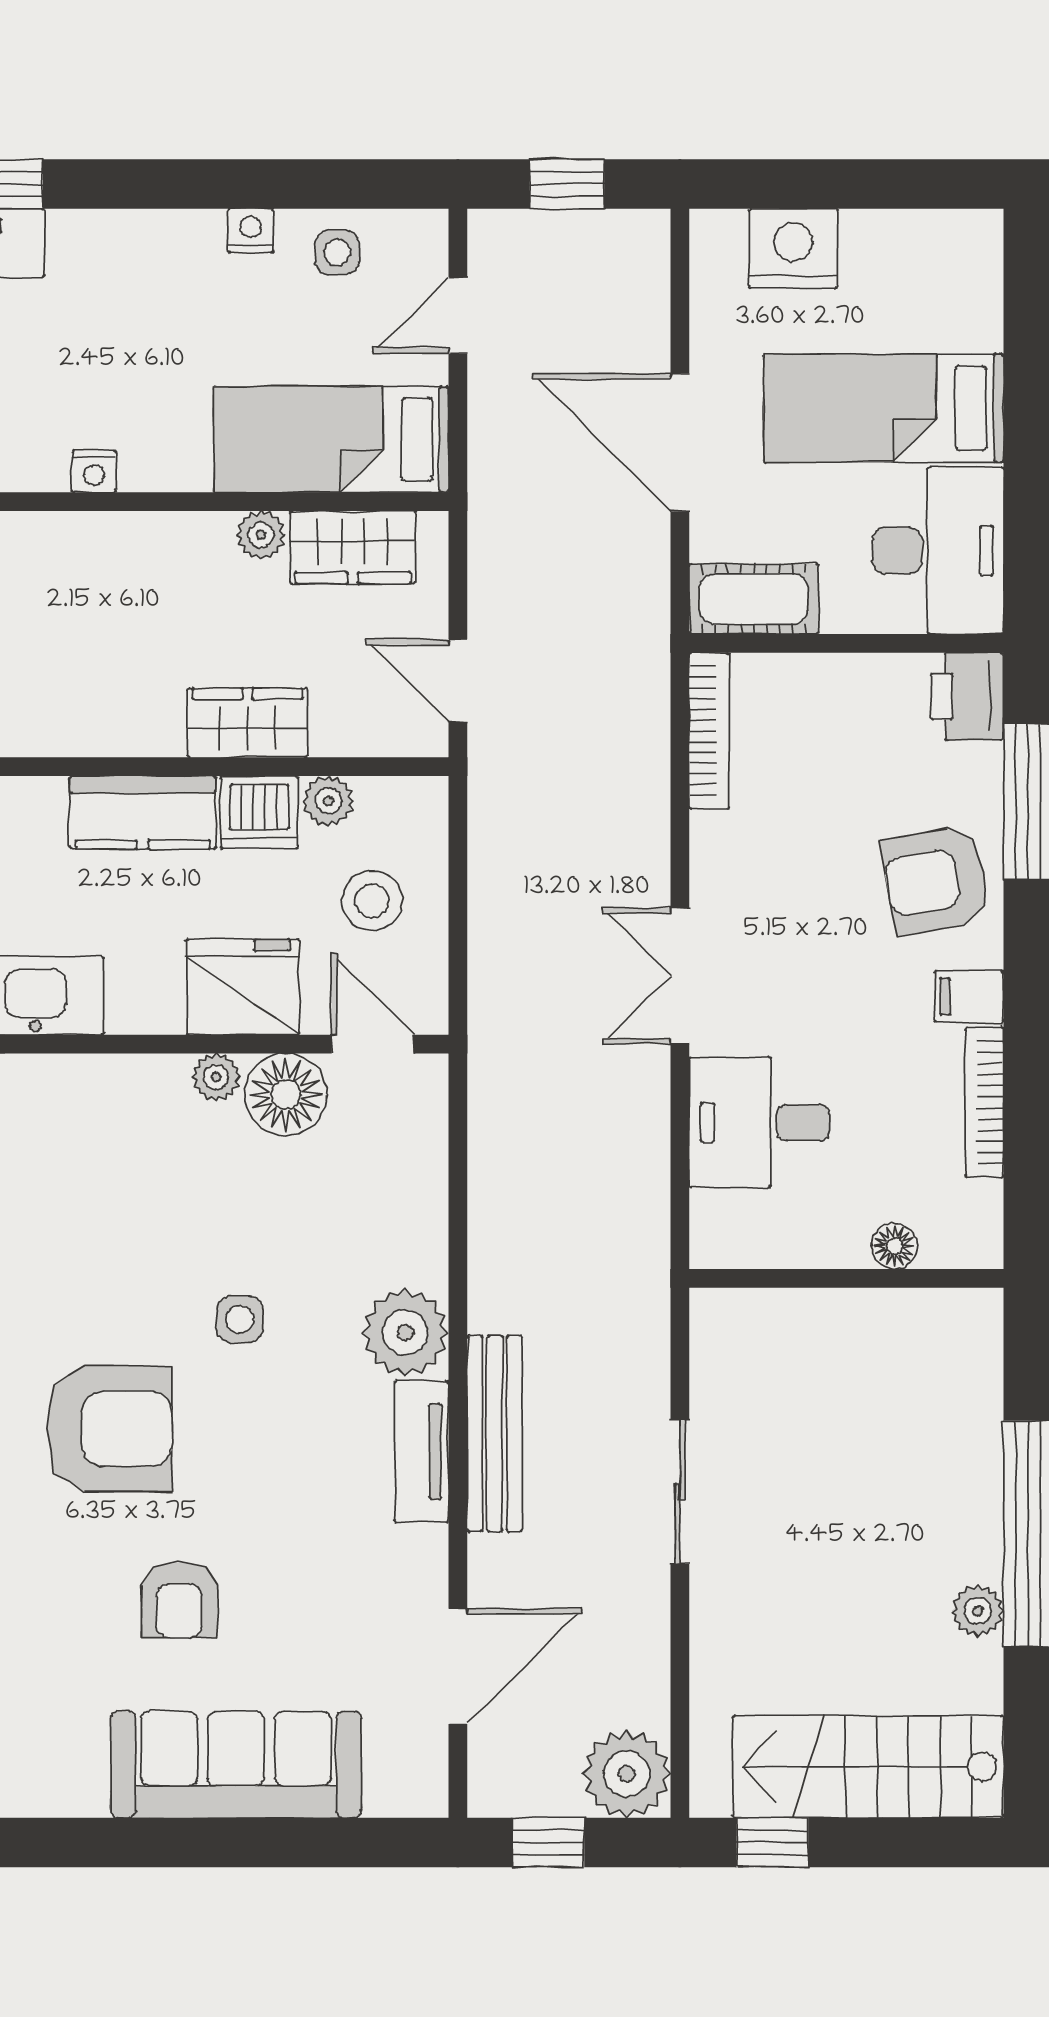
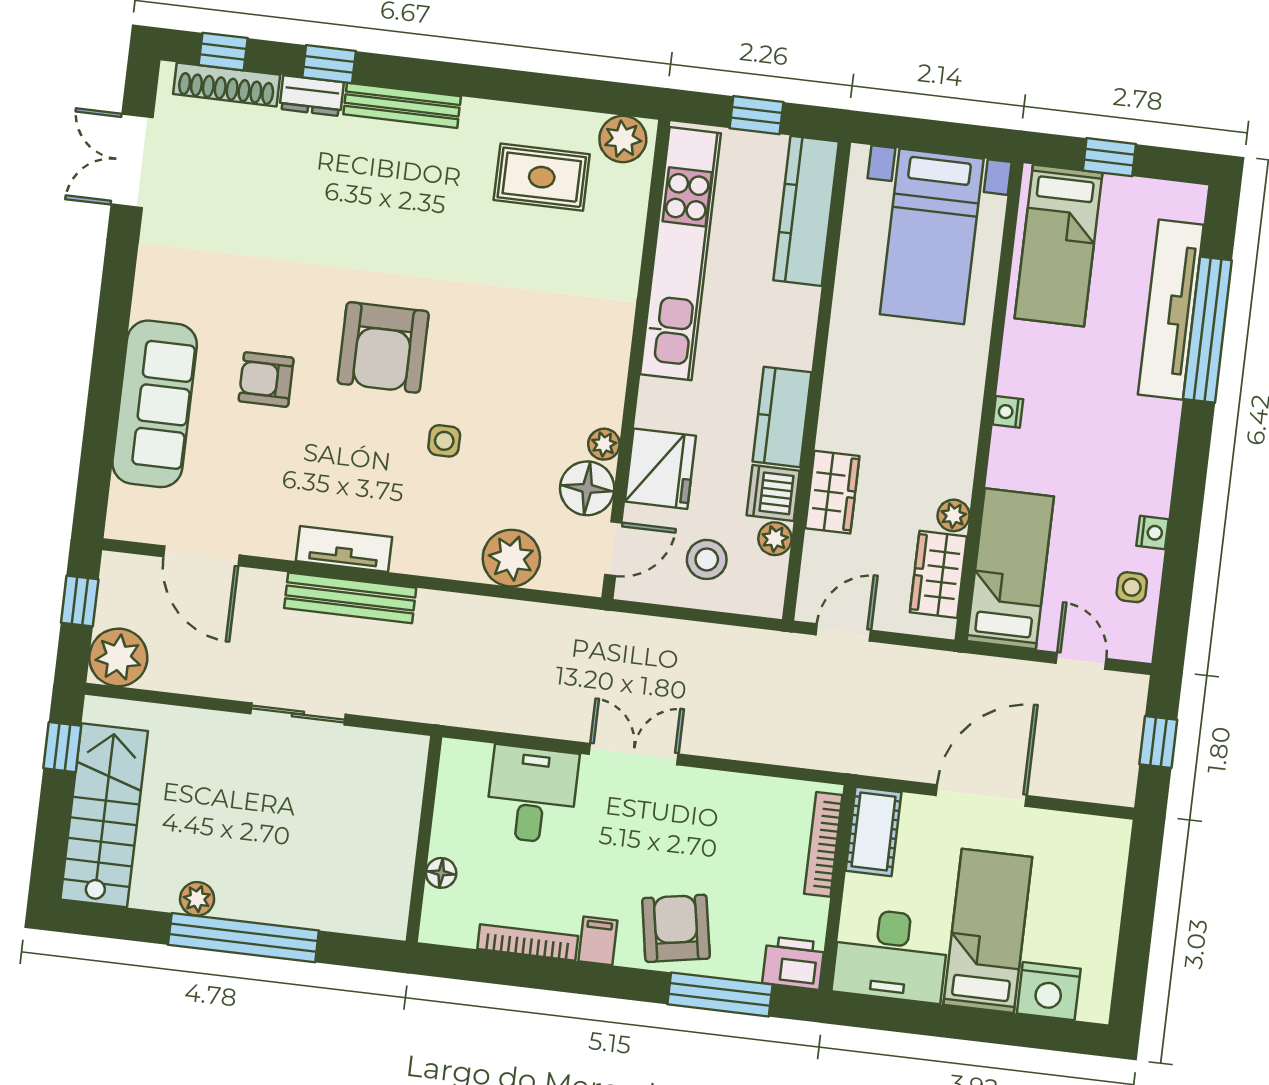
nightstand: (793, 248) -> (1049, 991), moved, turned 90
bookcase: (709, 731) -> (823, 844), moved, turned 90
plant: (405, 1332) -> (511, 558), moved

